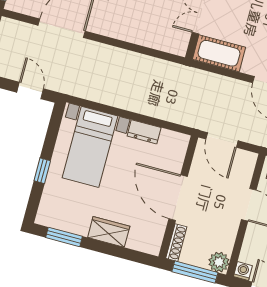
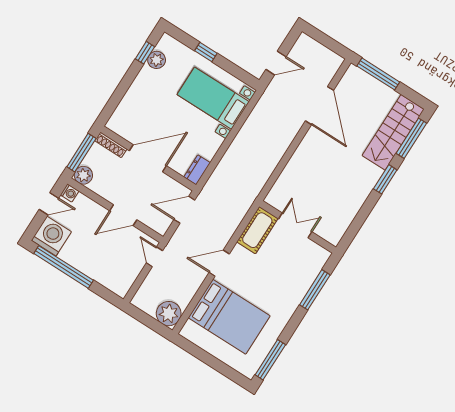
dresser: (144, 132) -> (197, 170), moved
plant: (68, 222) -> (157, 60), added
wardrobe: (109, 232) -> (138, 91), removed
window: (64, 237) -> (145, 53), width x0.67

